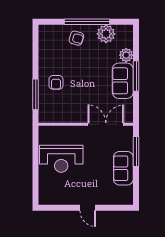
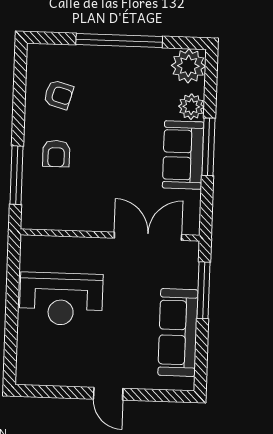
plant: (106, 34) -> (188, 66), moved
armchair: (76, 38) -> (59, 95), moved
sofa: (123, 168) -> (178, 333), width x1.36

